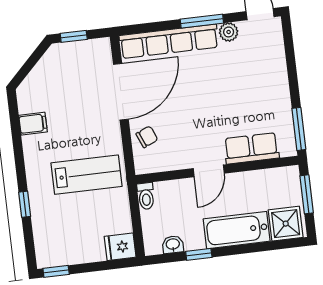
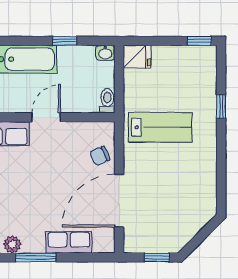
row of seats: (169, 41) -> (69, 242), width x0.50
filing cabinet: (33, 124) -> (204, 181), removed
lab bench: (86, 175) -> (160, 127), turned 180
washbasin: (173, 245) -> (105, 53), moved

